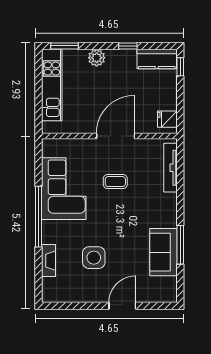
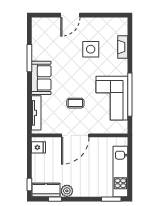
window: (128, 46) -> (55, 199), moved
plant: (97, 58) -> (67, 191), moved
window: (38, 217) -> (130, 95), moved
sofa: (163, 252) -> (41, 78), moved

